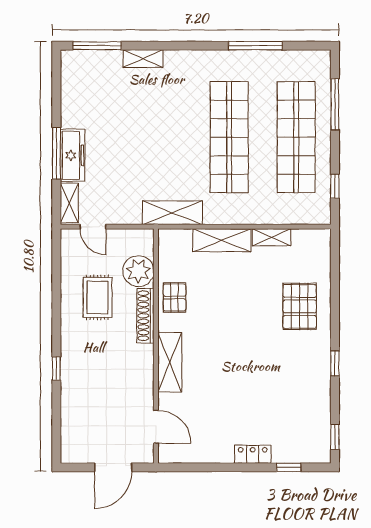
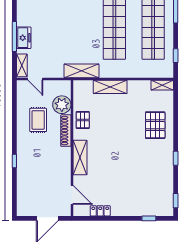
freezer: (73, 155) -> (24, 38), width x0.71
shelving: (272, 237) -> (162, 85), moved
locker: (253, 454) -> (100, 211), moved

